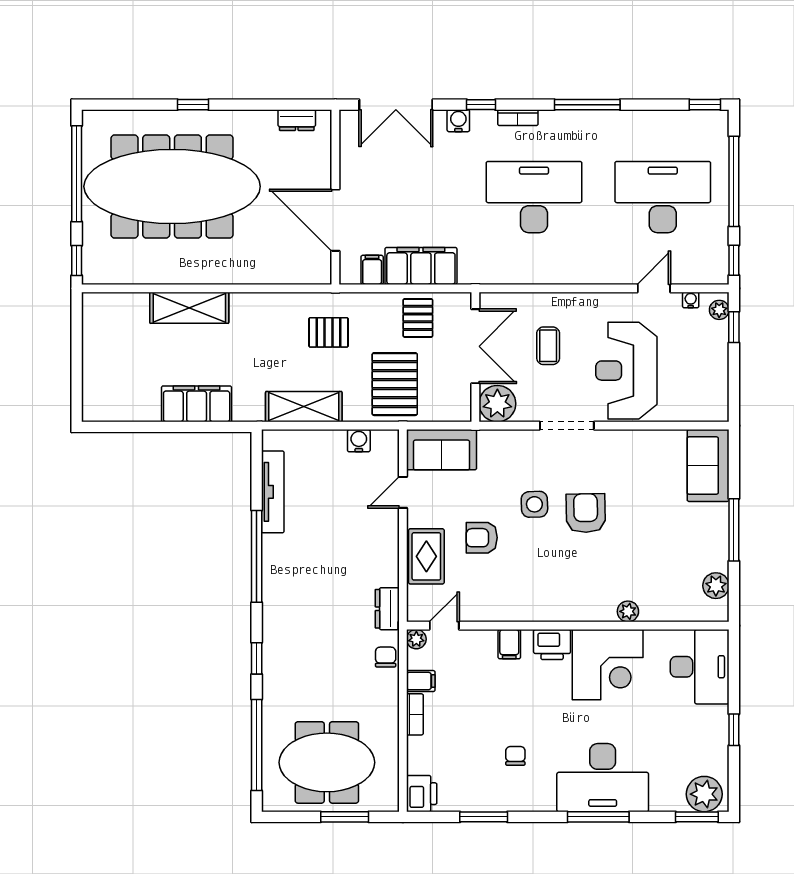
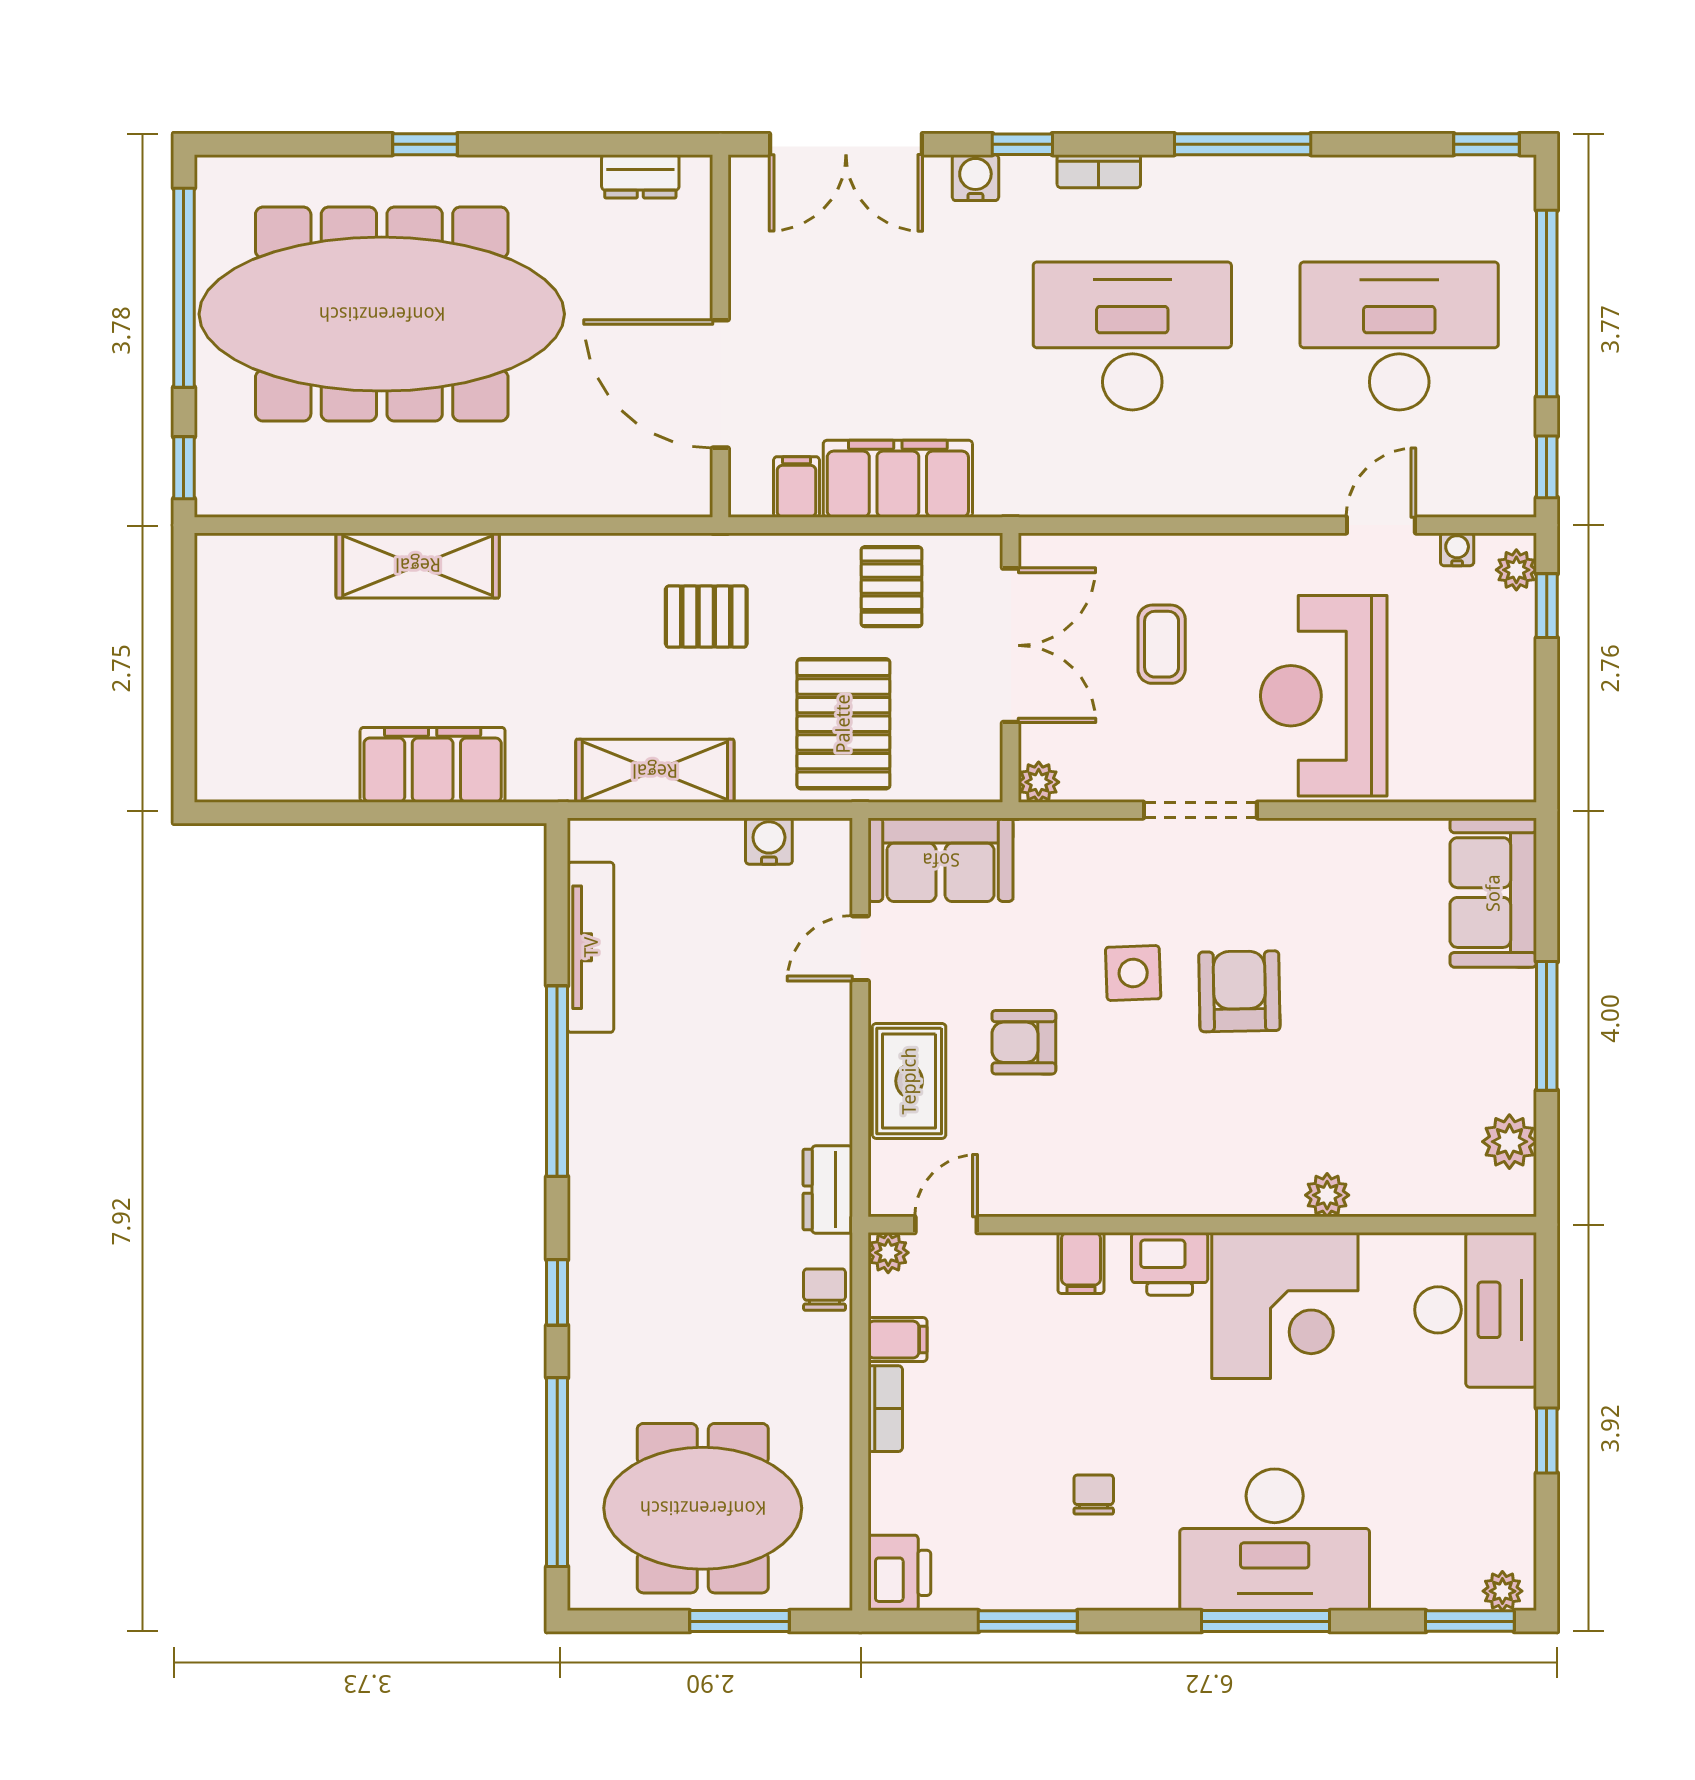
plant: (497, 404) -> (1039, 782), width x0.53, depth x0.53
plant: (704, 794) -> (1502, 1591), width x0.53, depth x0.53

